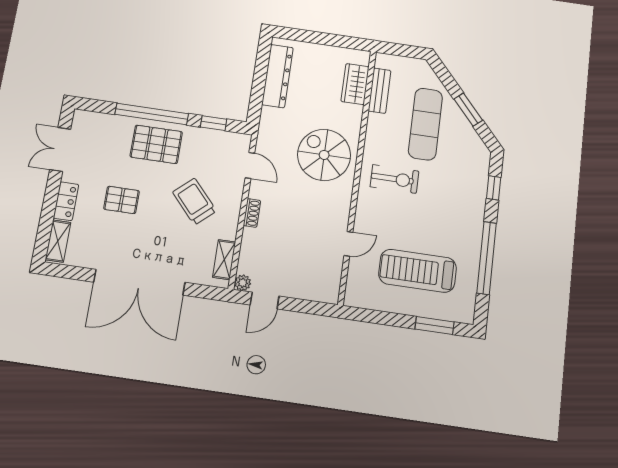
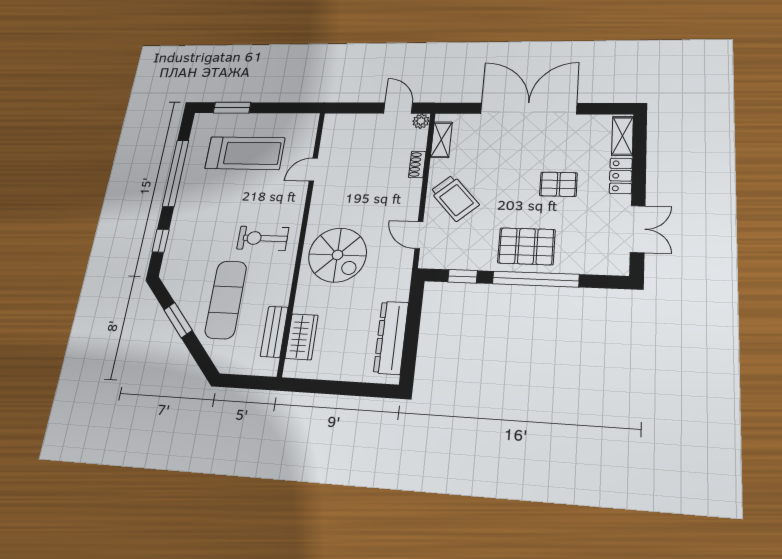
trolley: (194, 202) -> (455, 198), moved
shoe rack: (252, 213) -> (417, 164), moved
door: (265, 301) -> (398, 108), hinge flipped

